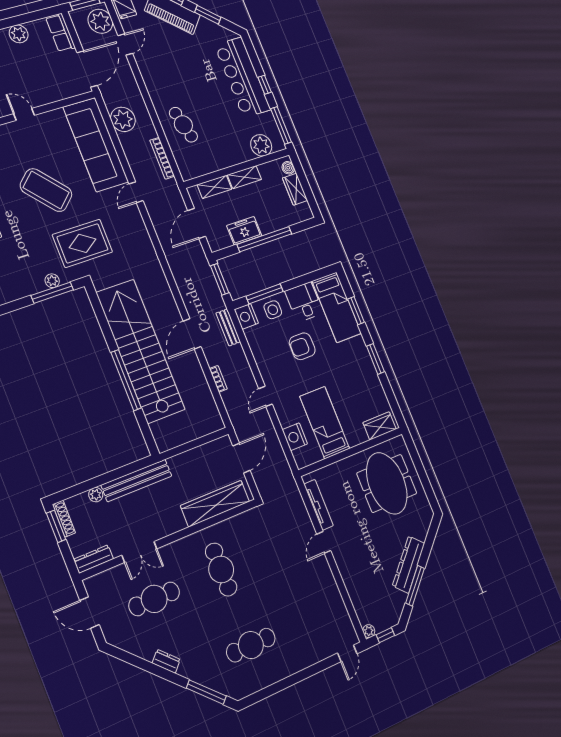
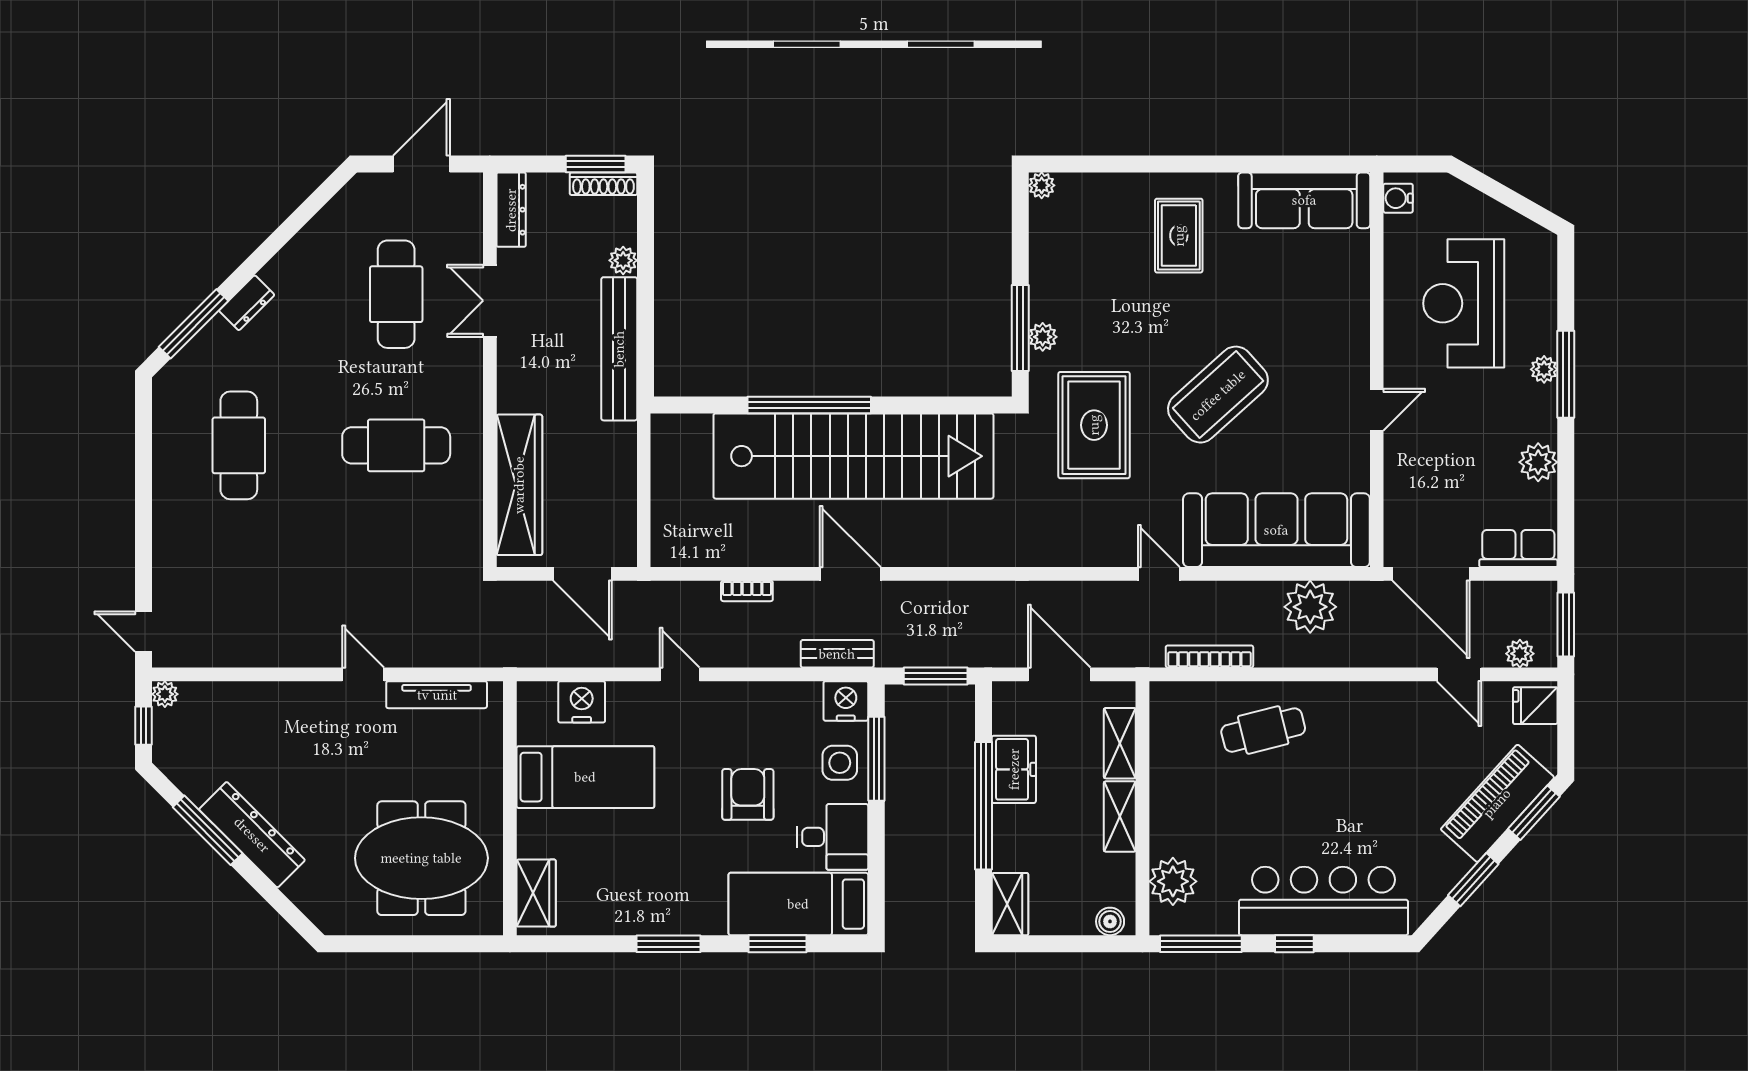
plant: (100, 21) -> (1520, 654), width x0.53, depth x0.53
wardrobe: (295, 189) -> (1010, 904), moved, turned 90
dresser: (166, 661) -> (247, 303), moved

